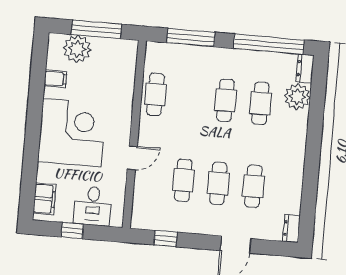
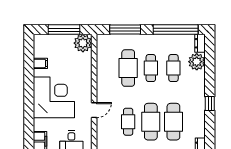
plant: (77, 49) -> (83, 43), moved
cafe table: (155, 94) -> (128, 68), moved, width x1.37, depth x1.35
window: (312, 163) -> (210, 104), added
cafe table: (218, 183) -> (151, 122), width x1.37, depth x1.35
cafe table: (253, 186) -> (173, 122), width x1.37, depth x1.35

